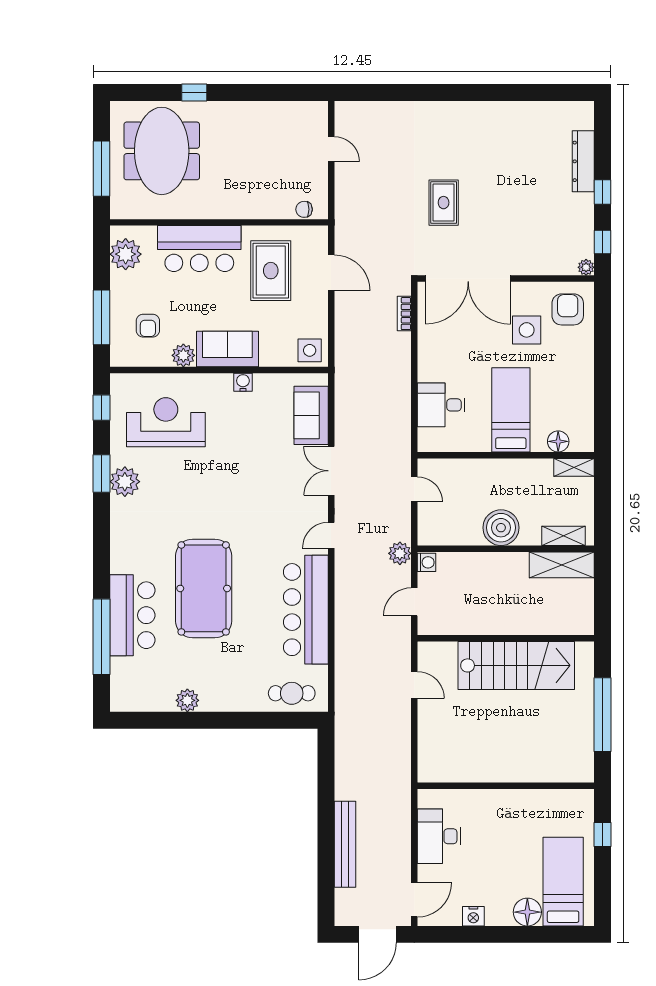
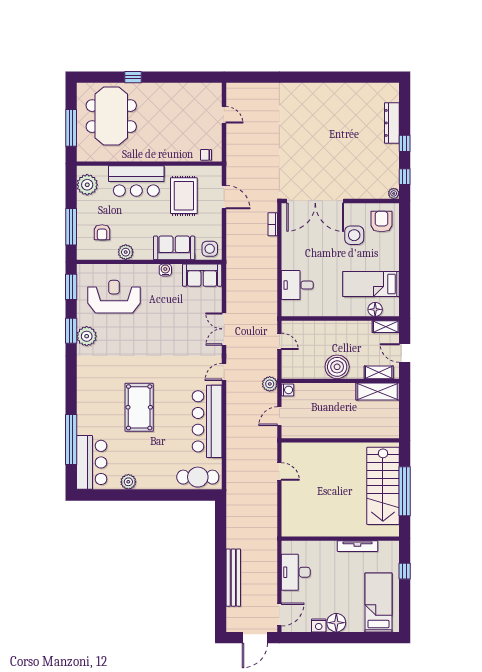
rug: (444, 203) -> (299, 150), removed
sofa: (227, 349) -> (174, 248), moved
window: (101, 408) -> (71, 287), width x1.50
bed: (511, 410) -> (371, 284), moved, turned -90
sofa: (311, 415) -> (202, 275), moved, turned -90
door: (602, 507) -> (405, 353), added
pool table: (204, 588) -> (139, 407), width x0.73, depth x0.76
bar counter: (132, 615) -> (92, 462), moved
stairs: (516, 665) -> (383, 486), moved, turned 90
cafe table: (292, 693) -> (198, 477), width x1.37, depth x1.35
tv unit: (532, 797) -> (357, 546), added
floor lamp: (527, 912) -> (336, 623), moved

